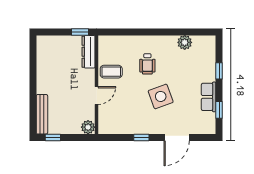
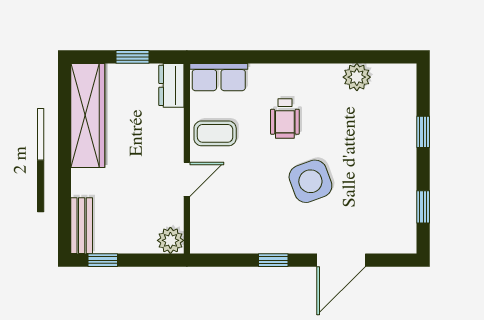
window: (80, 32) -> (133, 57), moved
dresser: (88, 52) -> (171, 85), width x0.70
wardrobe: (45, 62) -> (88, 115), added
row of seats: (209, 97) -> (219, 77), moved, turned -90
bench: (42, 114) -> (82, 226), width x0.73

